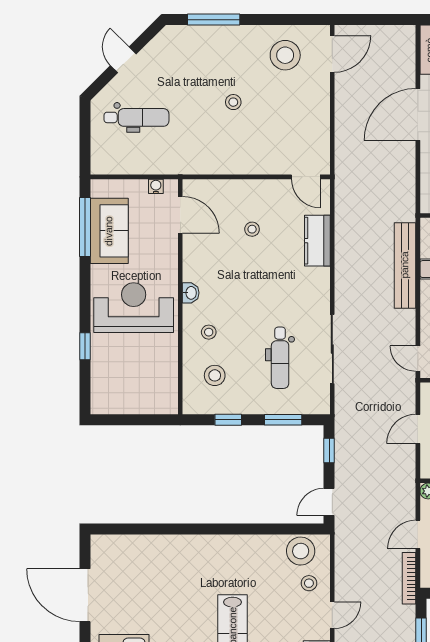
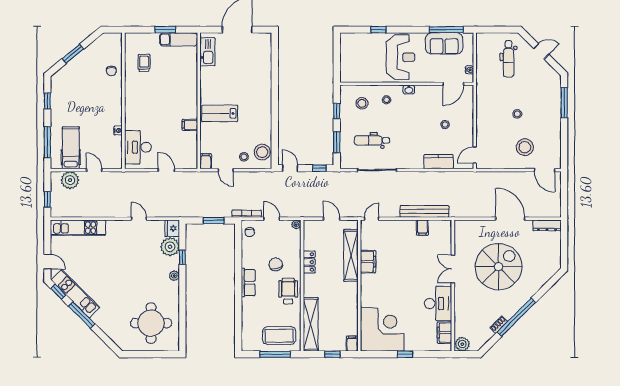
stool: (285, 55) -> (525, 147), moved

